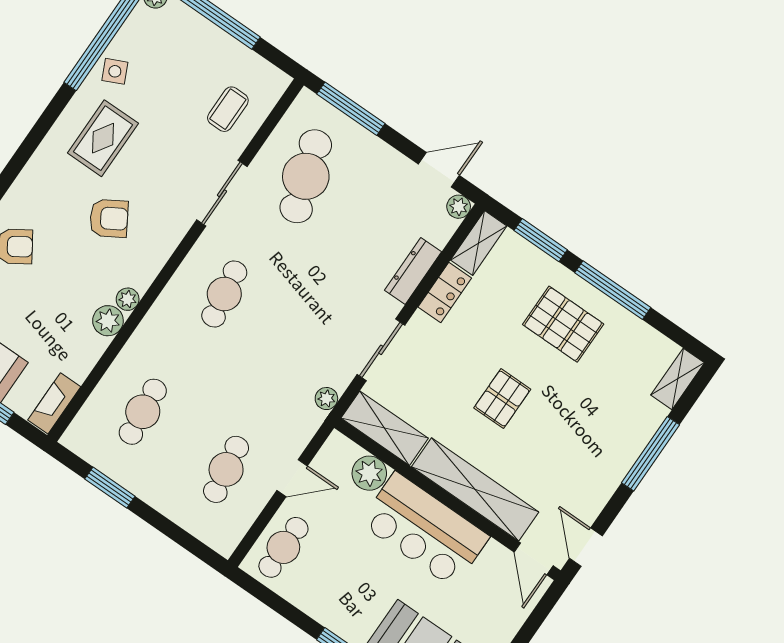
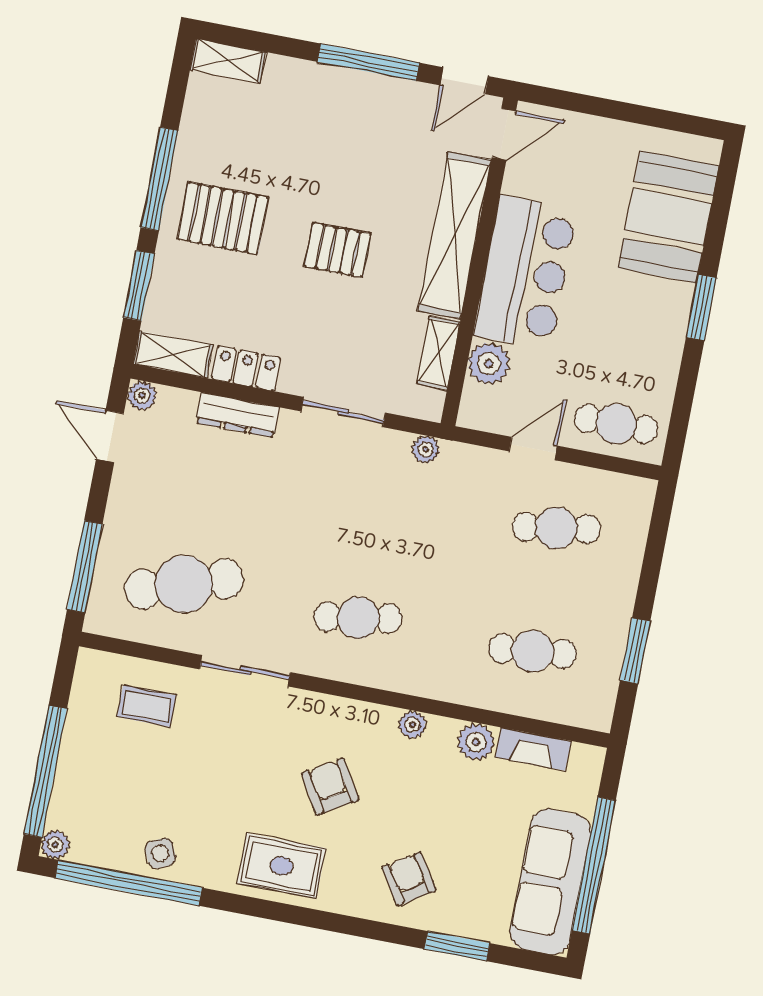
rug: (103, 138) -> (281, 866), moved
plant: (108, 321) -> (476, 742), moved
pallet: (563, 324) -> (223, 218), turned 90
fireplace: (54, 403) -> (533, 749), moved
shelving: (385, 428) -> (439, 353), width x0.67, depth x0.75
window: (651, 454) -> (368, 62), moved
door: (292, 478) -> (533, 449), hinge flipped

